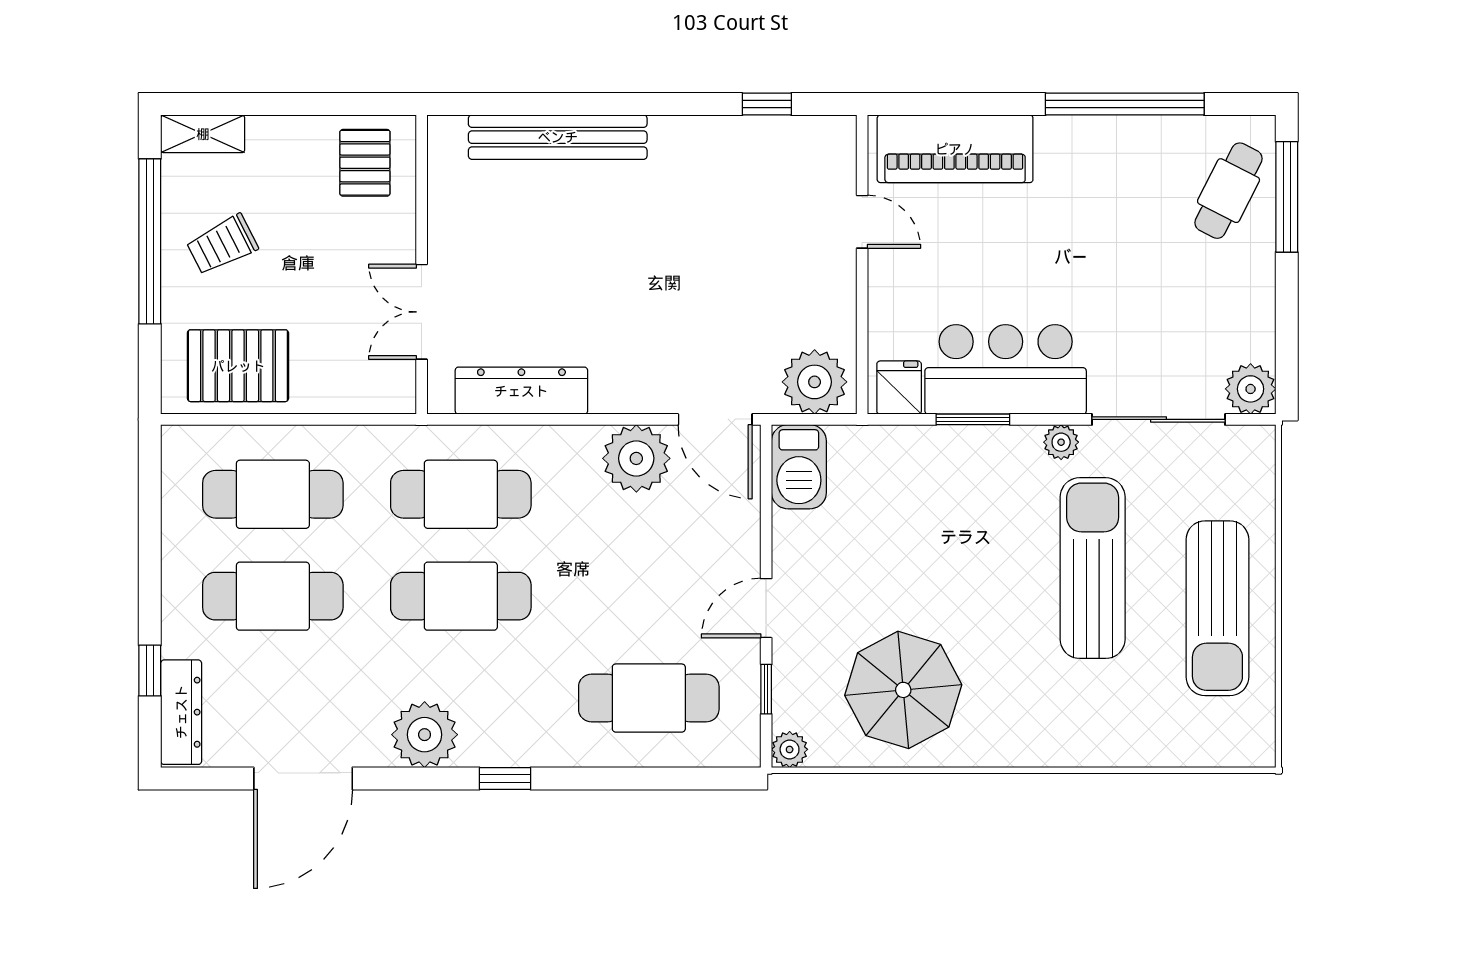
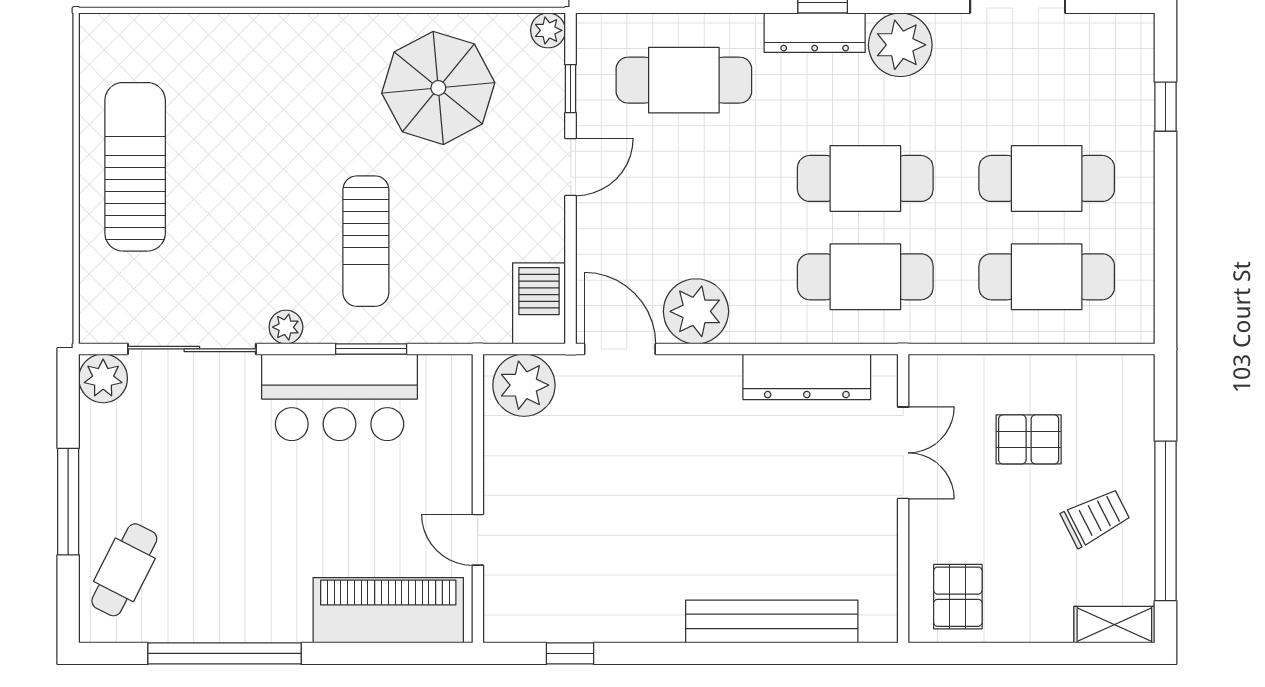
window: (1287, 197) -> (68, 502), moved
pallet: (238, 366) -> (1029, 439), moved, width x0.67, depth x0.71
fridge: (899, 388) -> (442, 380), removed
sun lounger: (1093, 568) -> (366, 241), moved, width x0.73, depth x0.75
dresser: (181, 712) -> (815, 33), moved, turned -90

